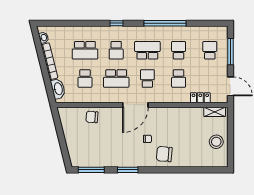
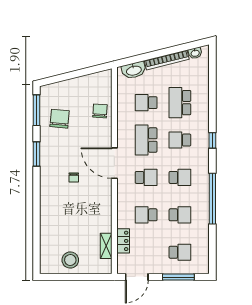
school desk: (147, 50) -> (180, 177), width x0.54
shelving: (215, 112) -> (106, 246), moved
chair: (164, 154) -> (60, 119), moved

